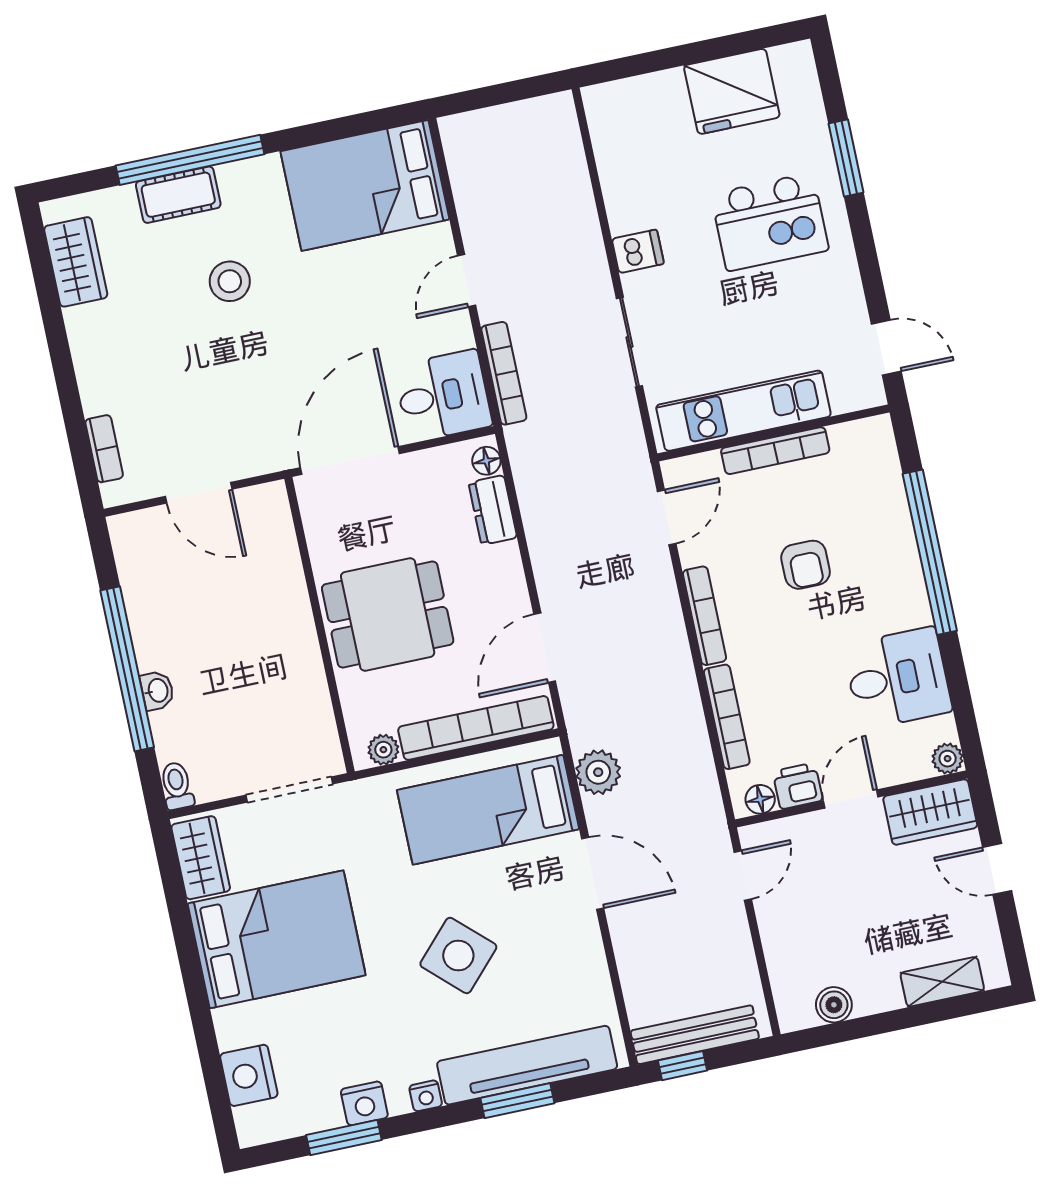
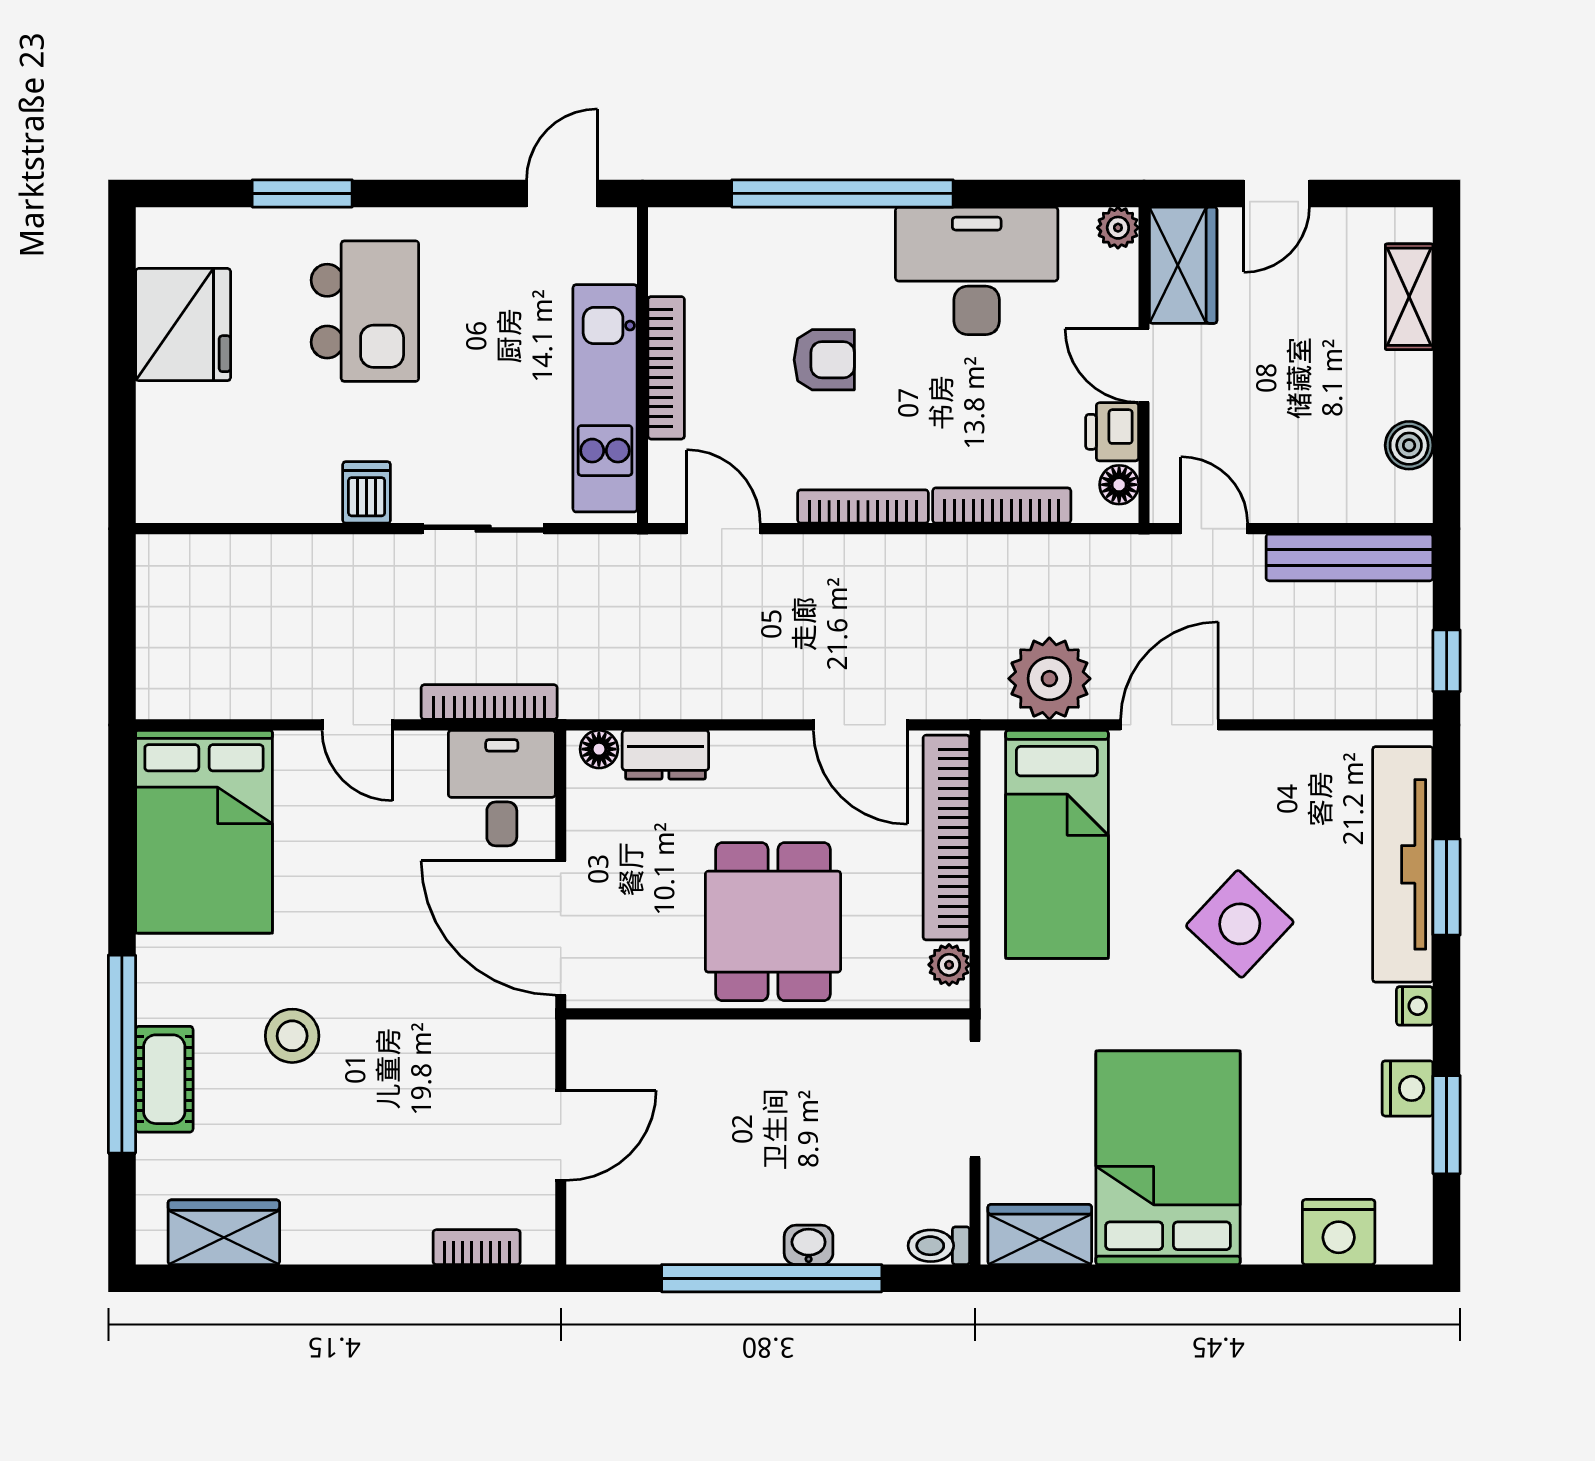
desk: (898, 678) -> (977, 271), width x1.37
plant: (598, 772) -> (1049, 679), width x1.36, depth x1.36
bench: (695, 1035) -> (1350, 557), moved, turned 90

